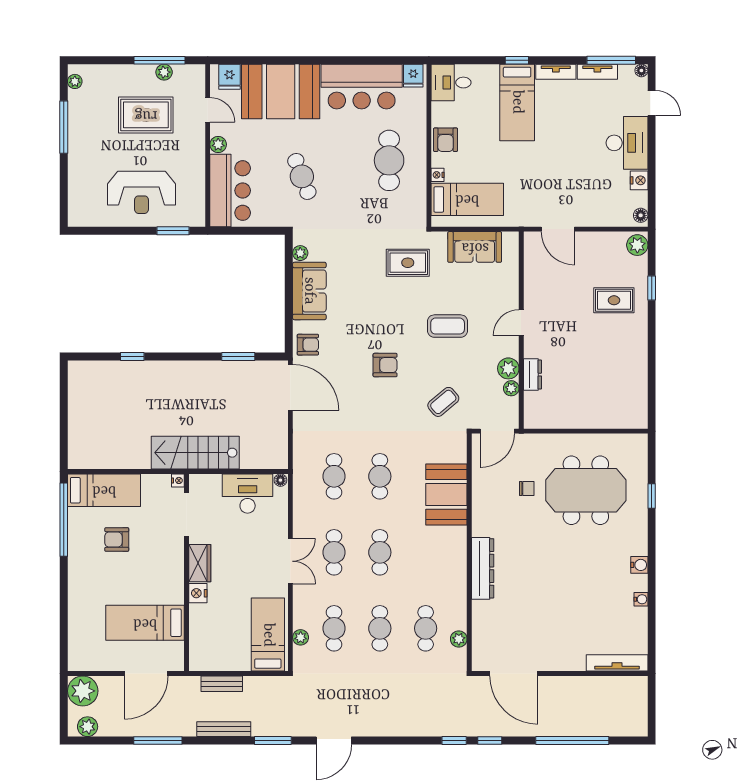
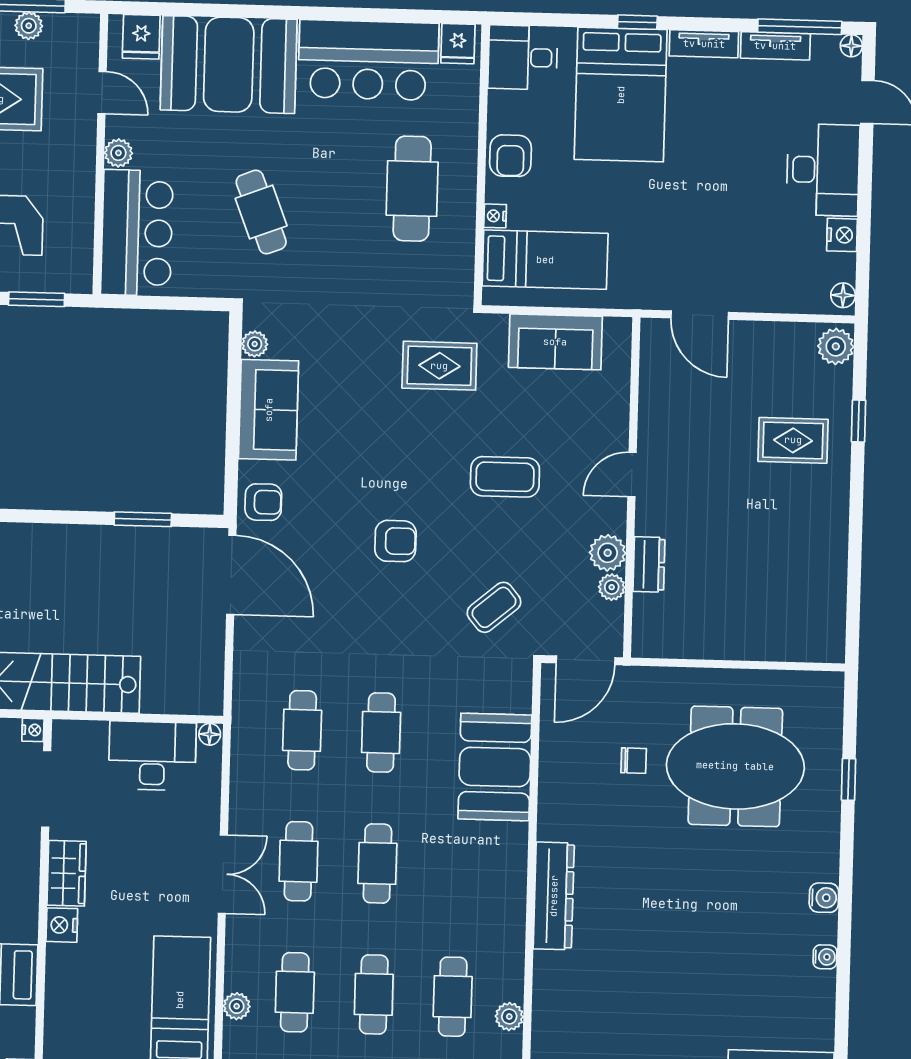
bed: (517, 102) -> (621, 95), width x1.50

